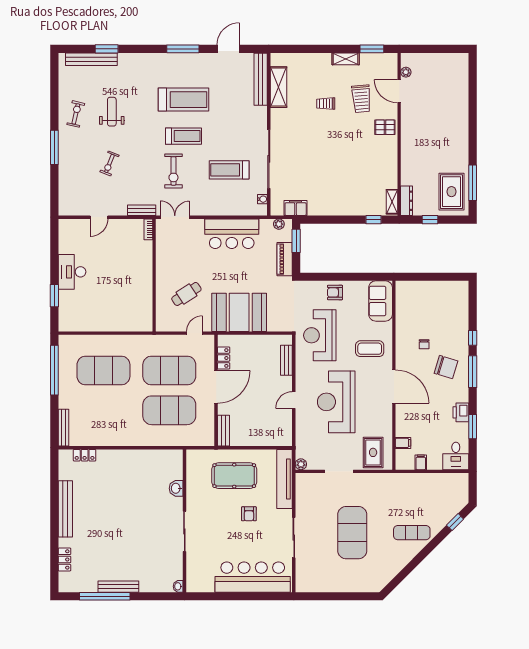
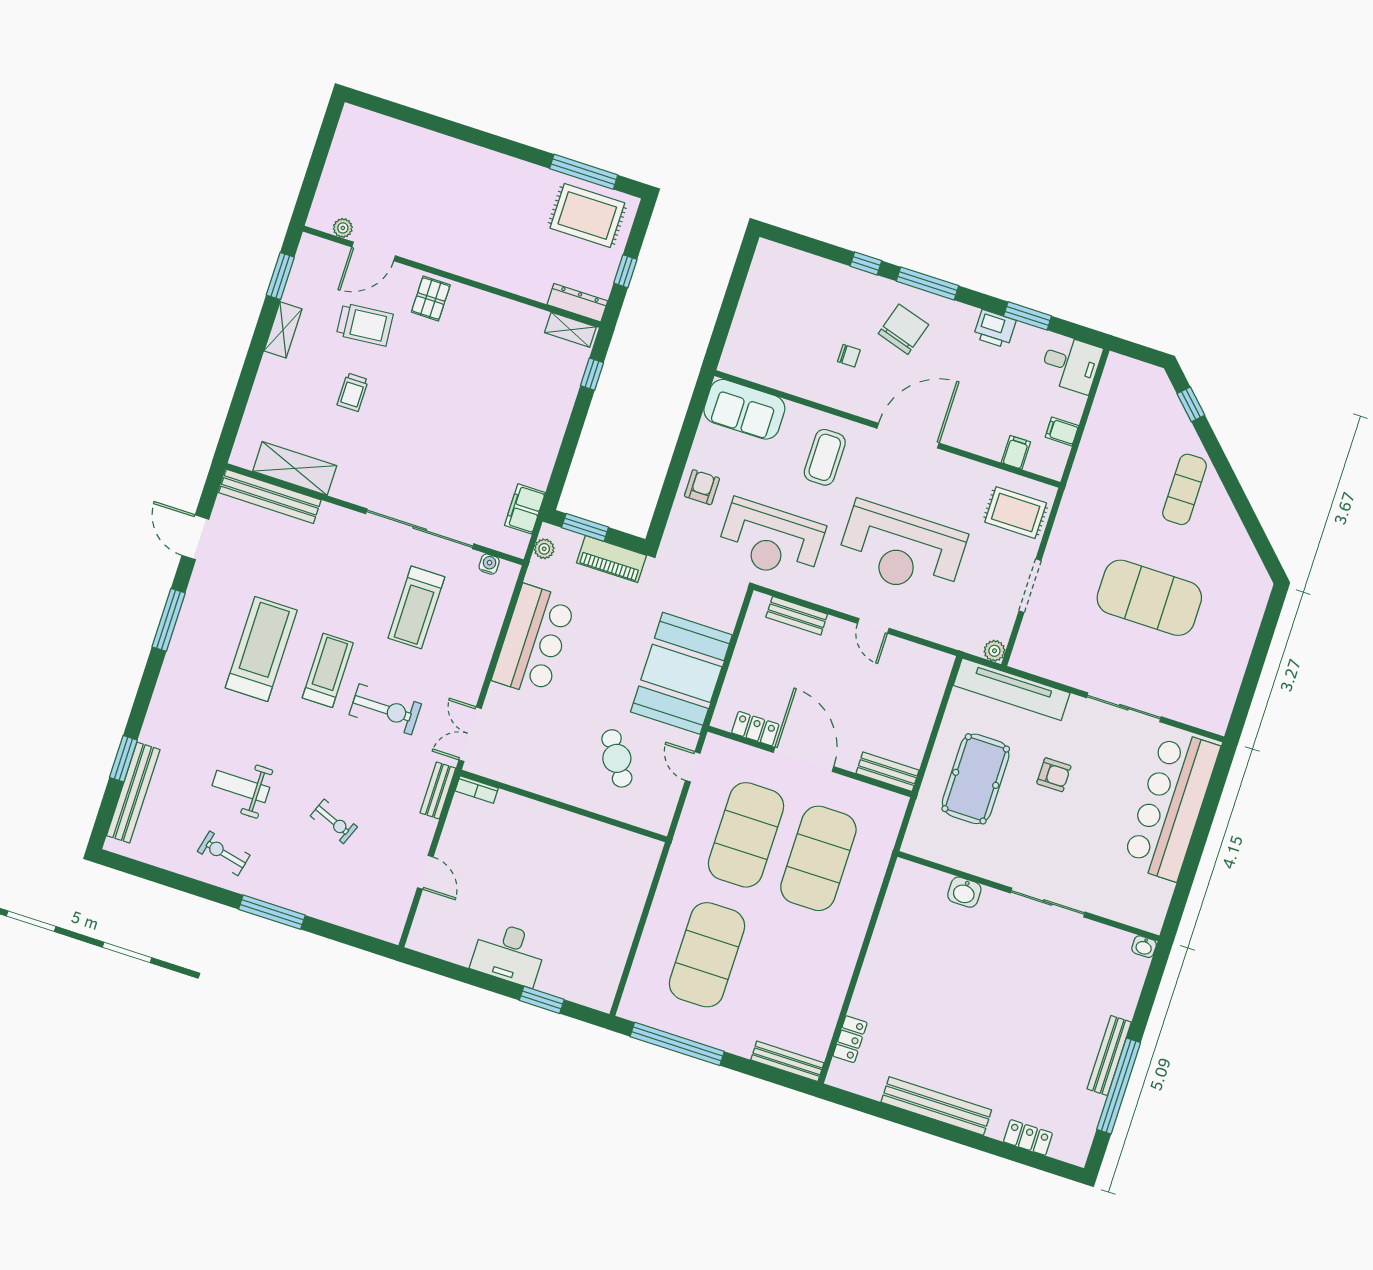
armchair: (335, 292) -> (702, 487), turned 180

